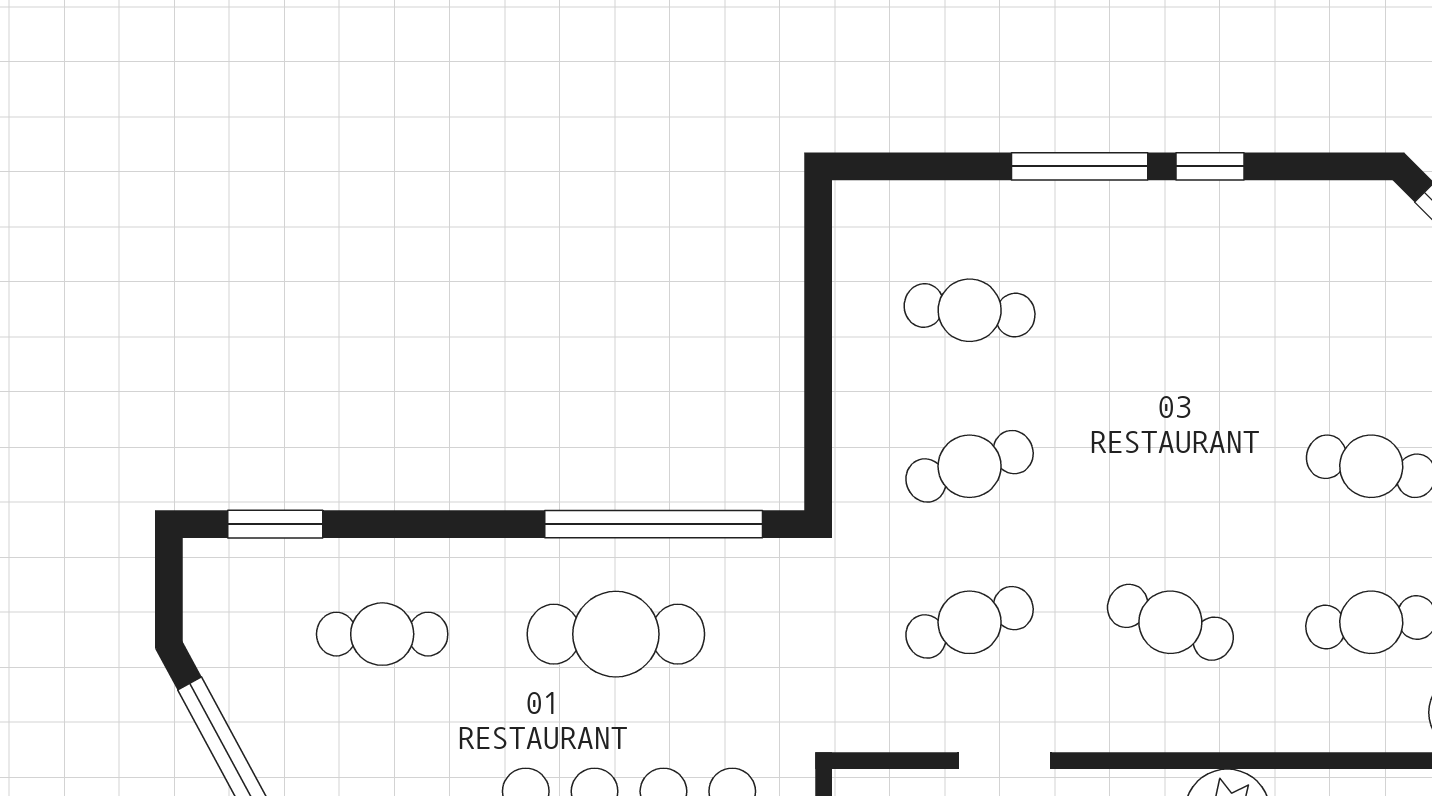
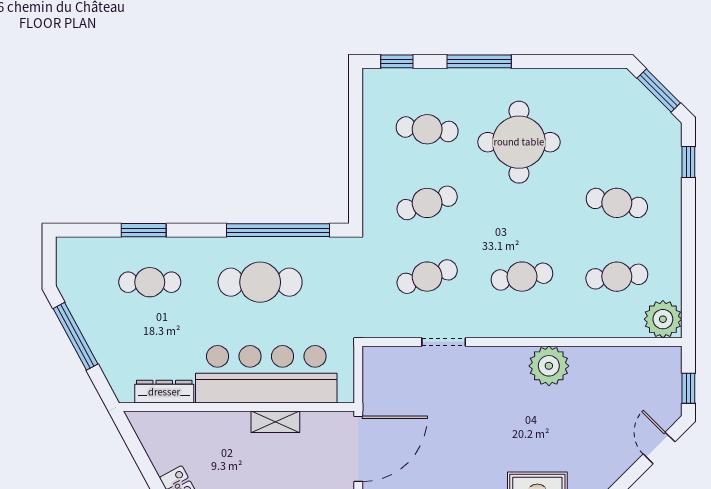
window: (1210, 166) -> (397, 61), moved
round table: (1164, 338) -> (519, 142), added
window: (275, 524) -> (144, 230), moved
cafe table: (1170, 622) -> (522, 277), turned -30

